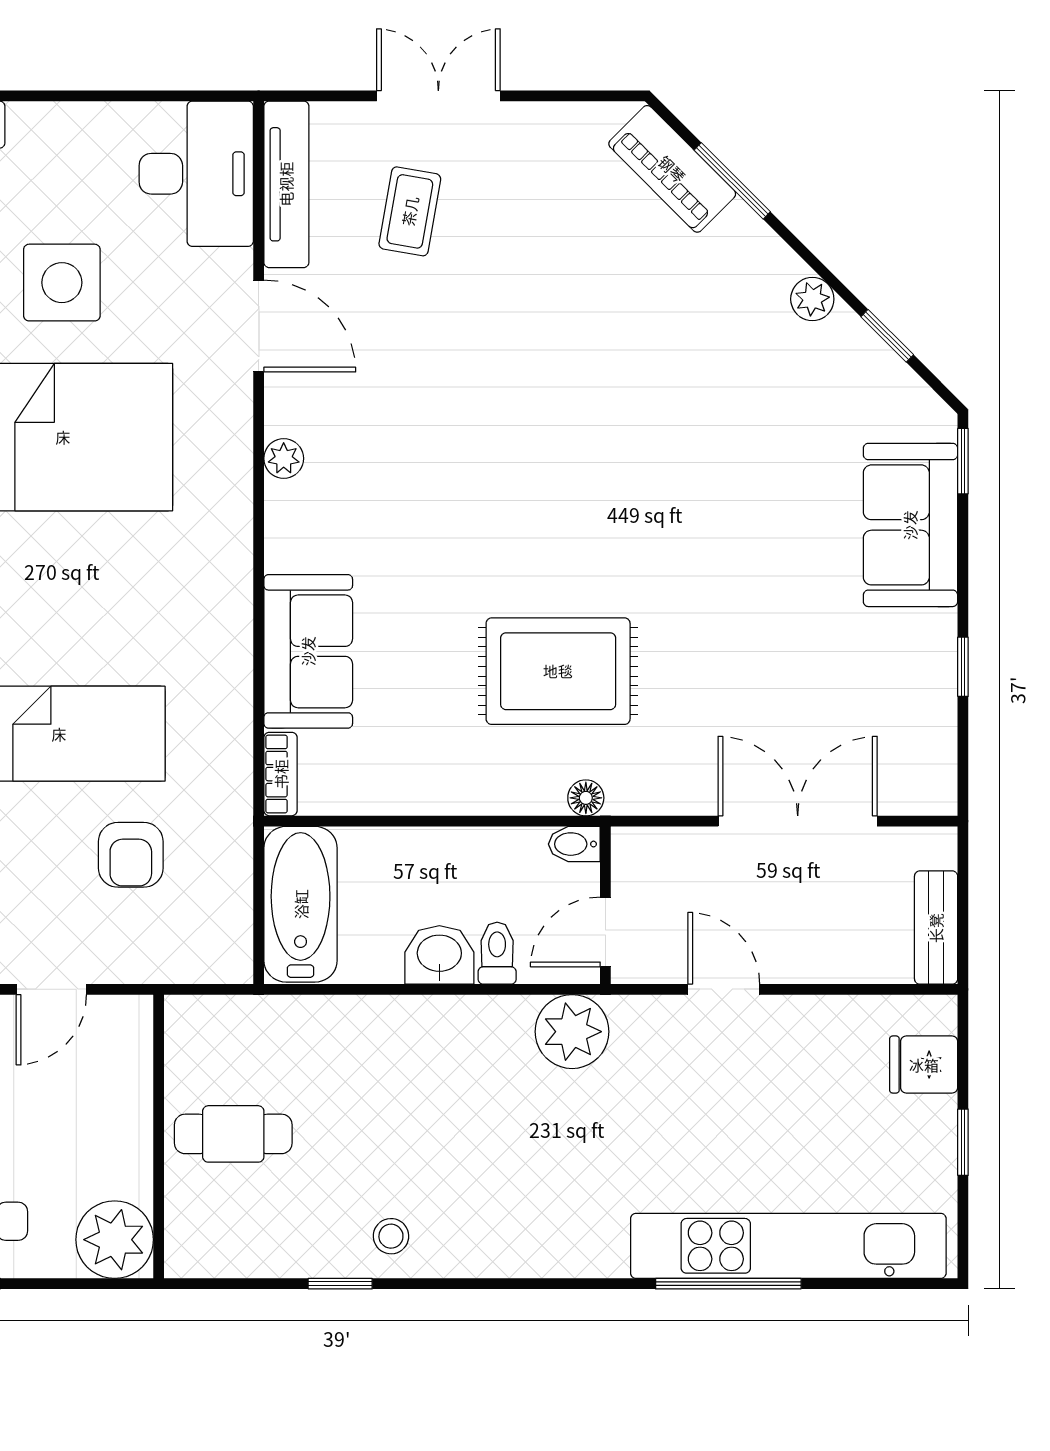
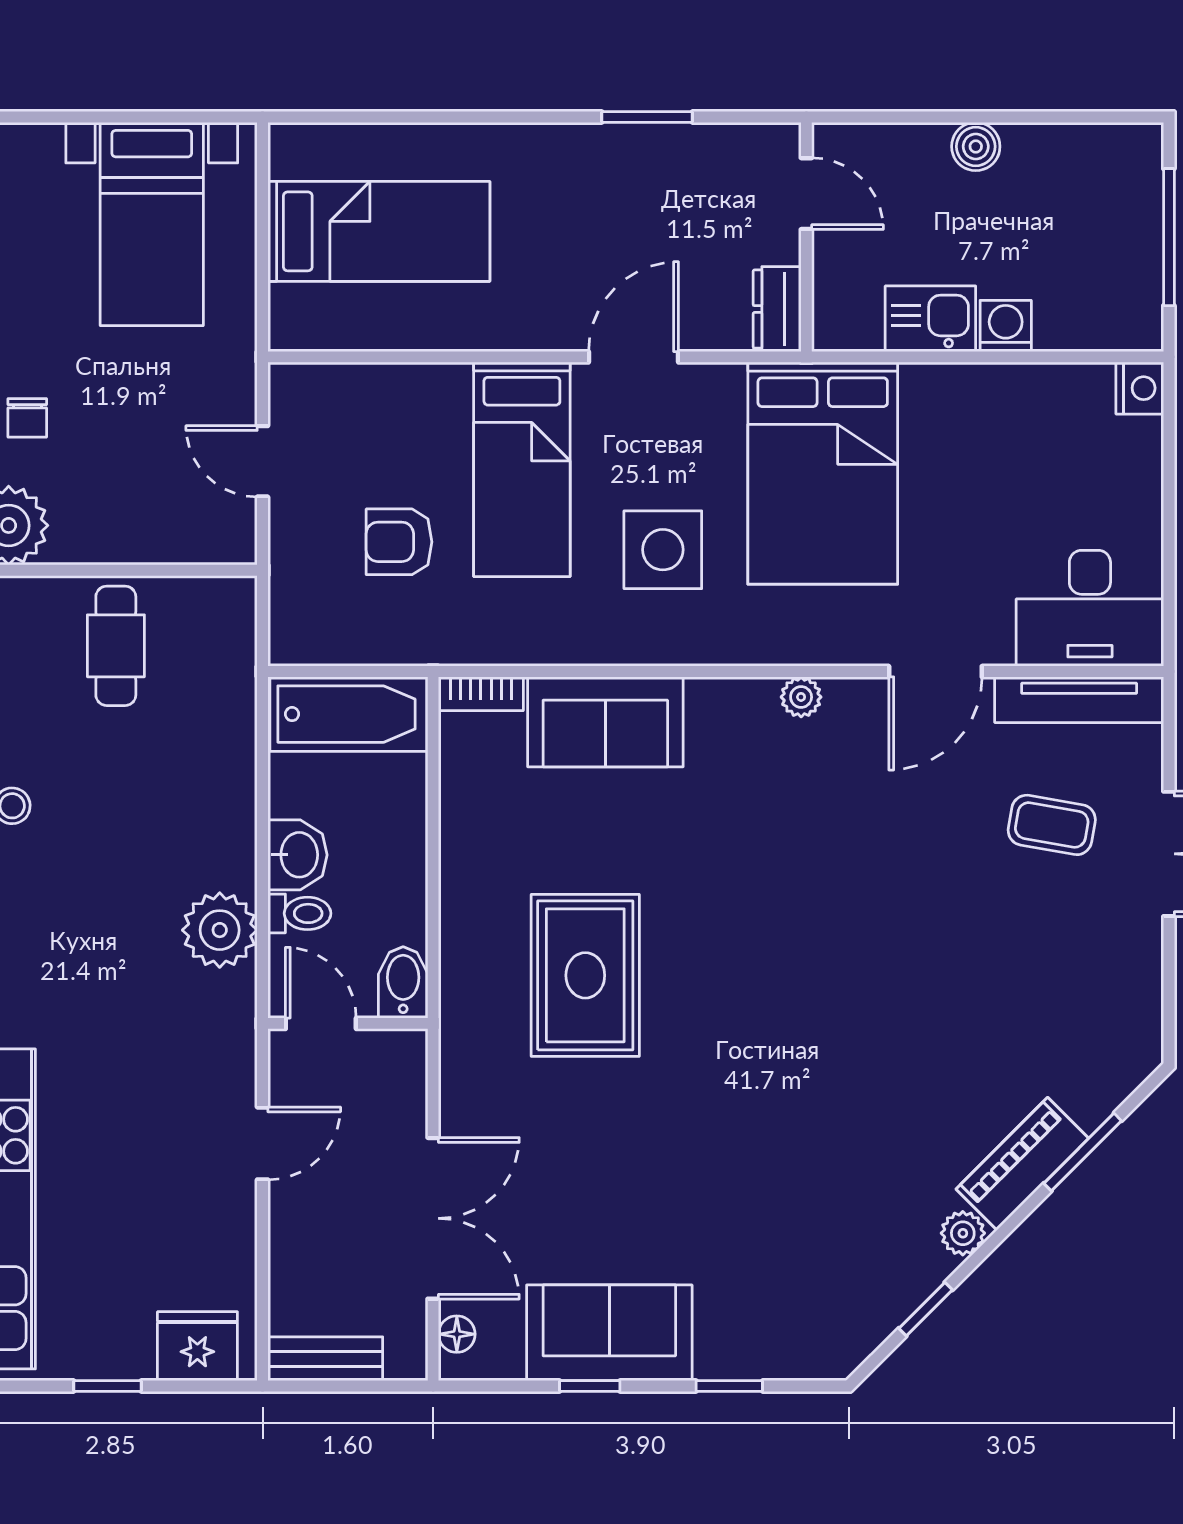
piano: (672, 169) -> (1022, 1164), moved
side table: (62, 283) -> (663, 550), moved
window: (963, 461) -> (729, 1386), moved
sofa: (910, 525) -> (609, 1333), moved
floor lamp: (586, 798) -> (457, 1334), moved
bidet: (574, 844) -> (403, 982), width x1.38, depth x1.36
plant: (572, 1032) -> (220, 930), moved
fridge: (924, 1065) -> (197, 1346), width x1.38

